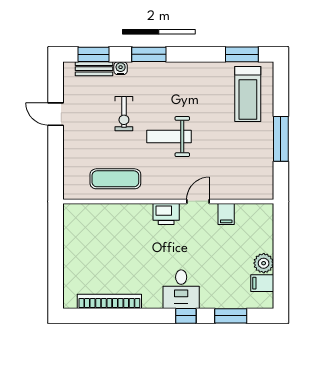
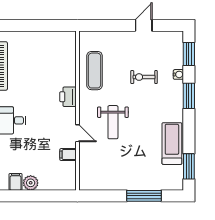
bench: (94, 69) -> (178, 54), removed
treadmill: (248, 94) -> (172, 144), moved, turned 90
weight bench: (169, 137) -> (113, 122), moved, turned 180
window: (281, 139) -> (144, 196), moved
printer: (166, 214) -> (68, 97), moved

